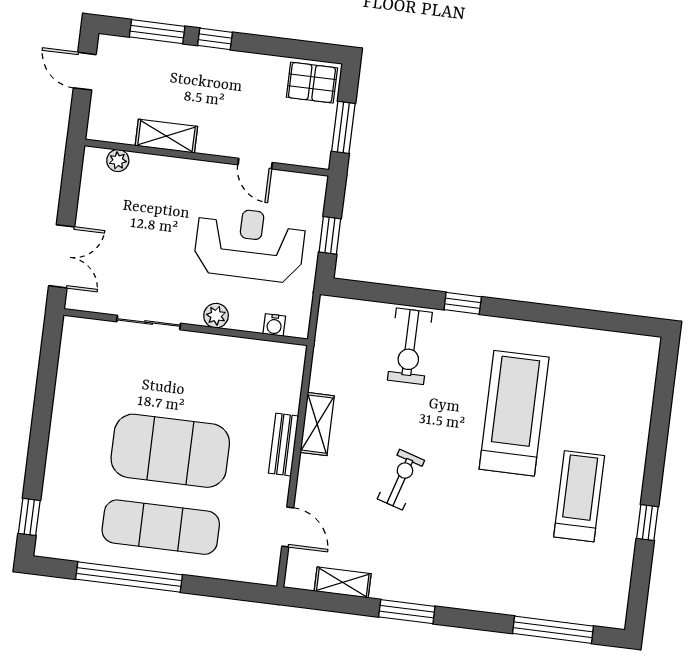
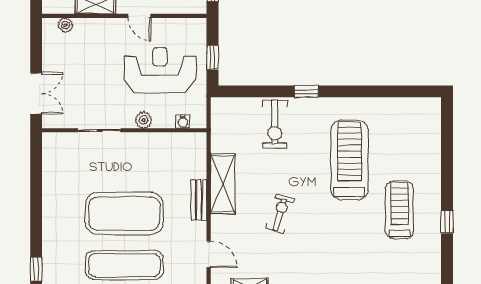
door: (255, 164) -> (139, 16), moved
shelving: (317, 424) -> (223, 184), width x1.50, depth x1.33

